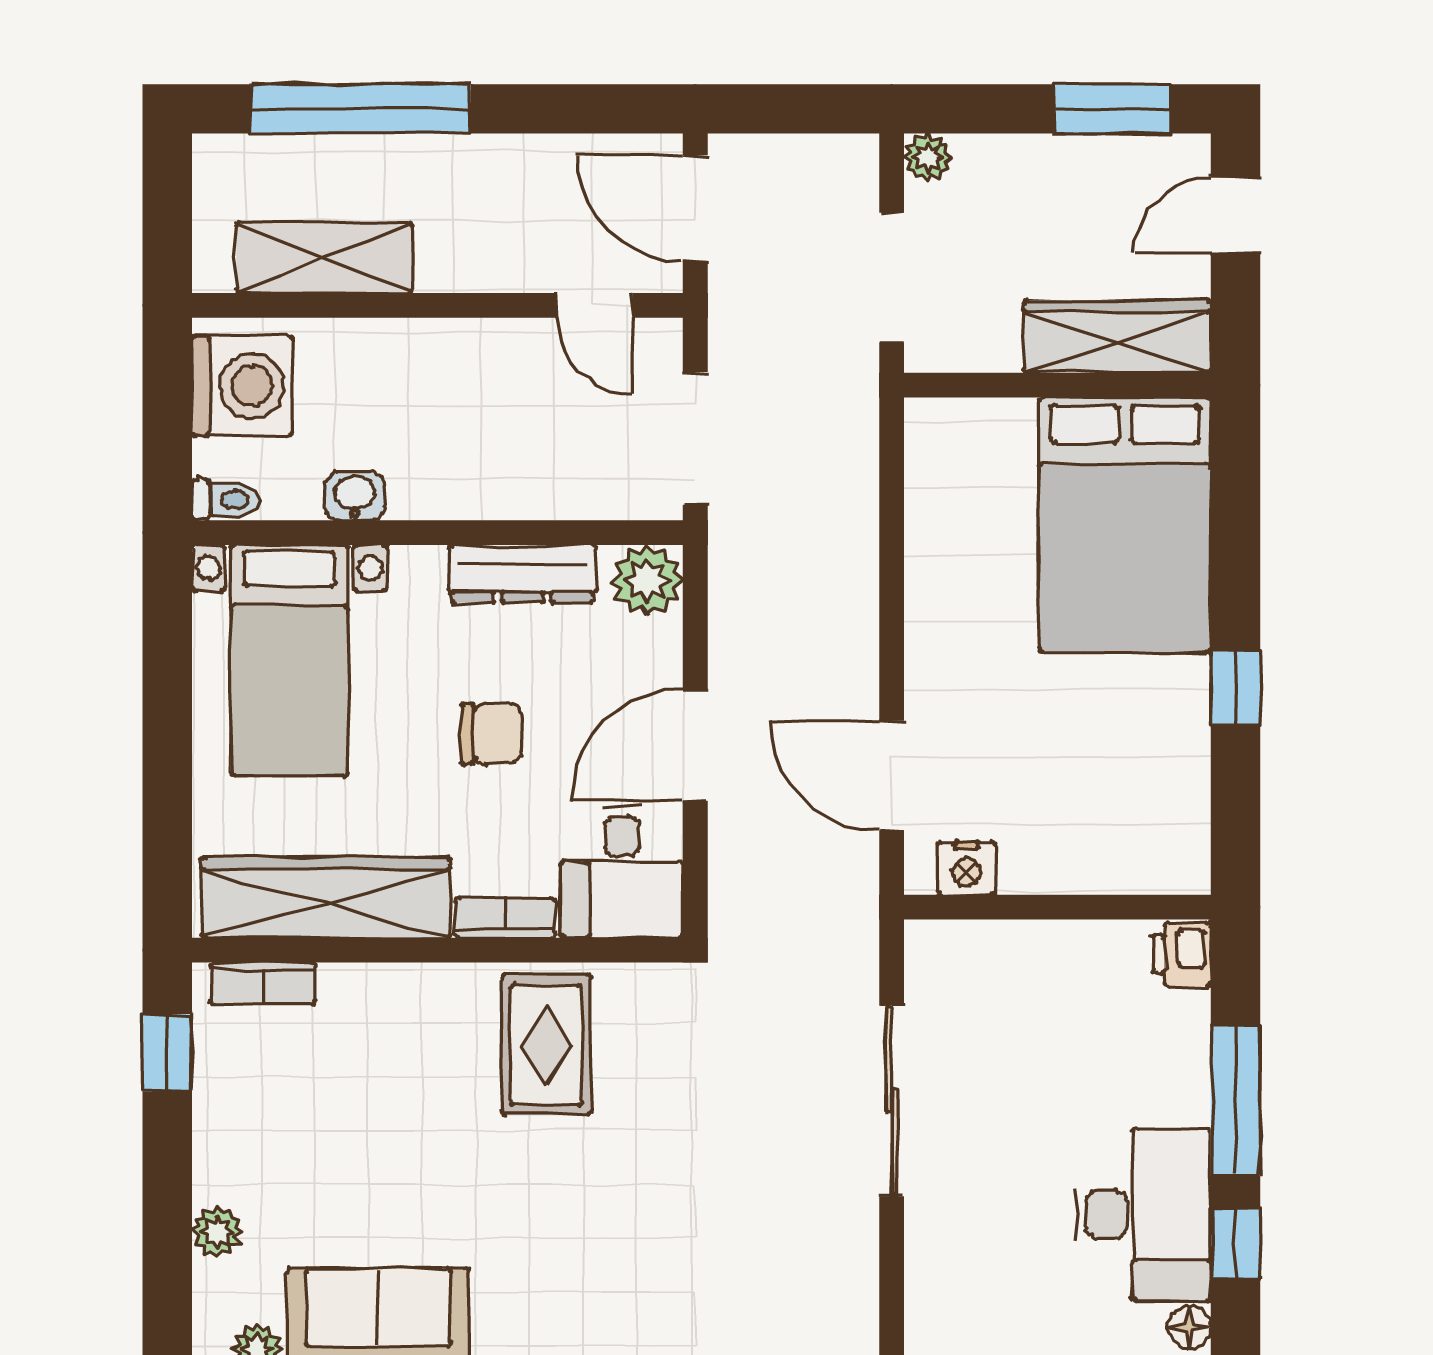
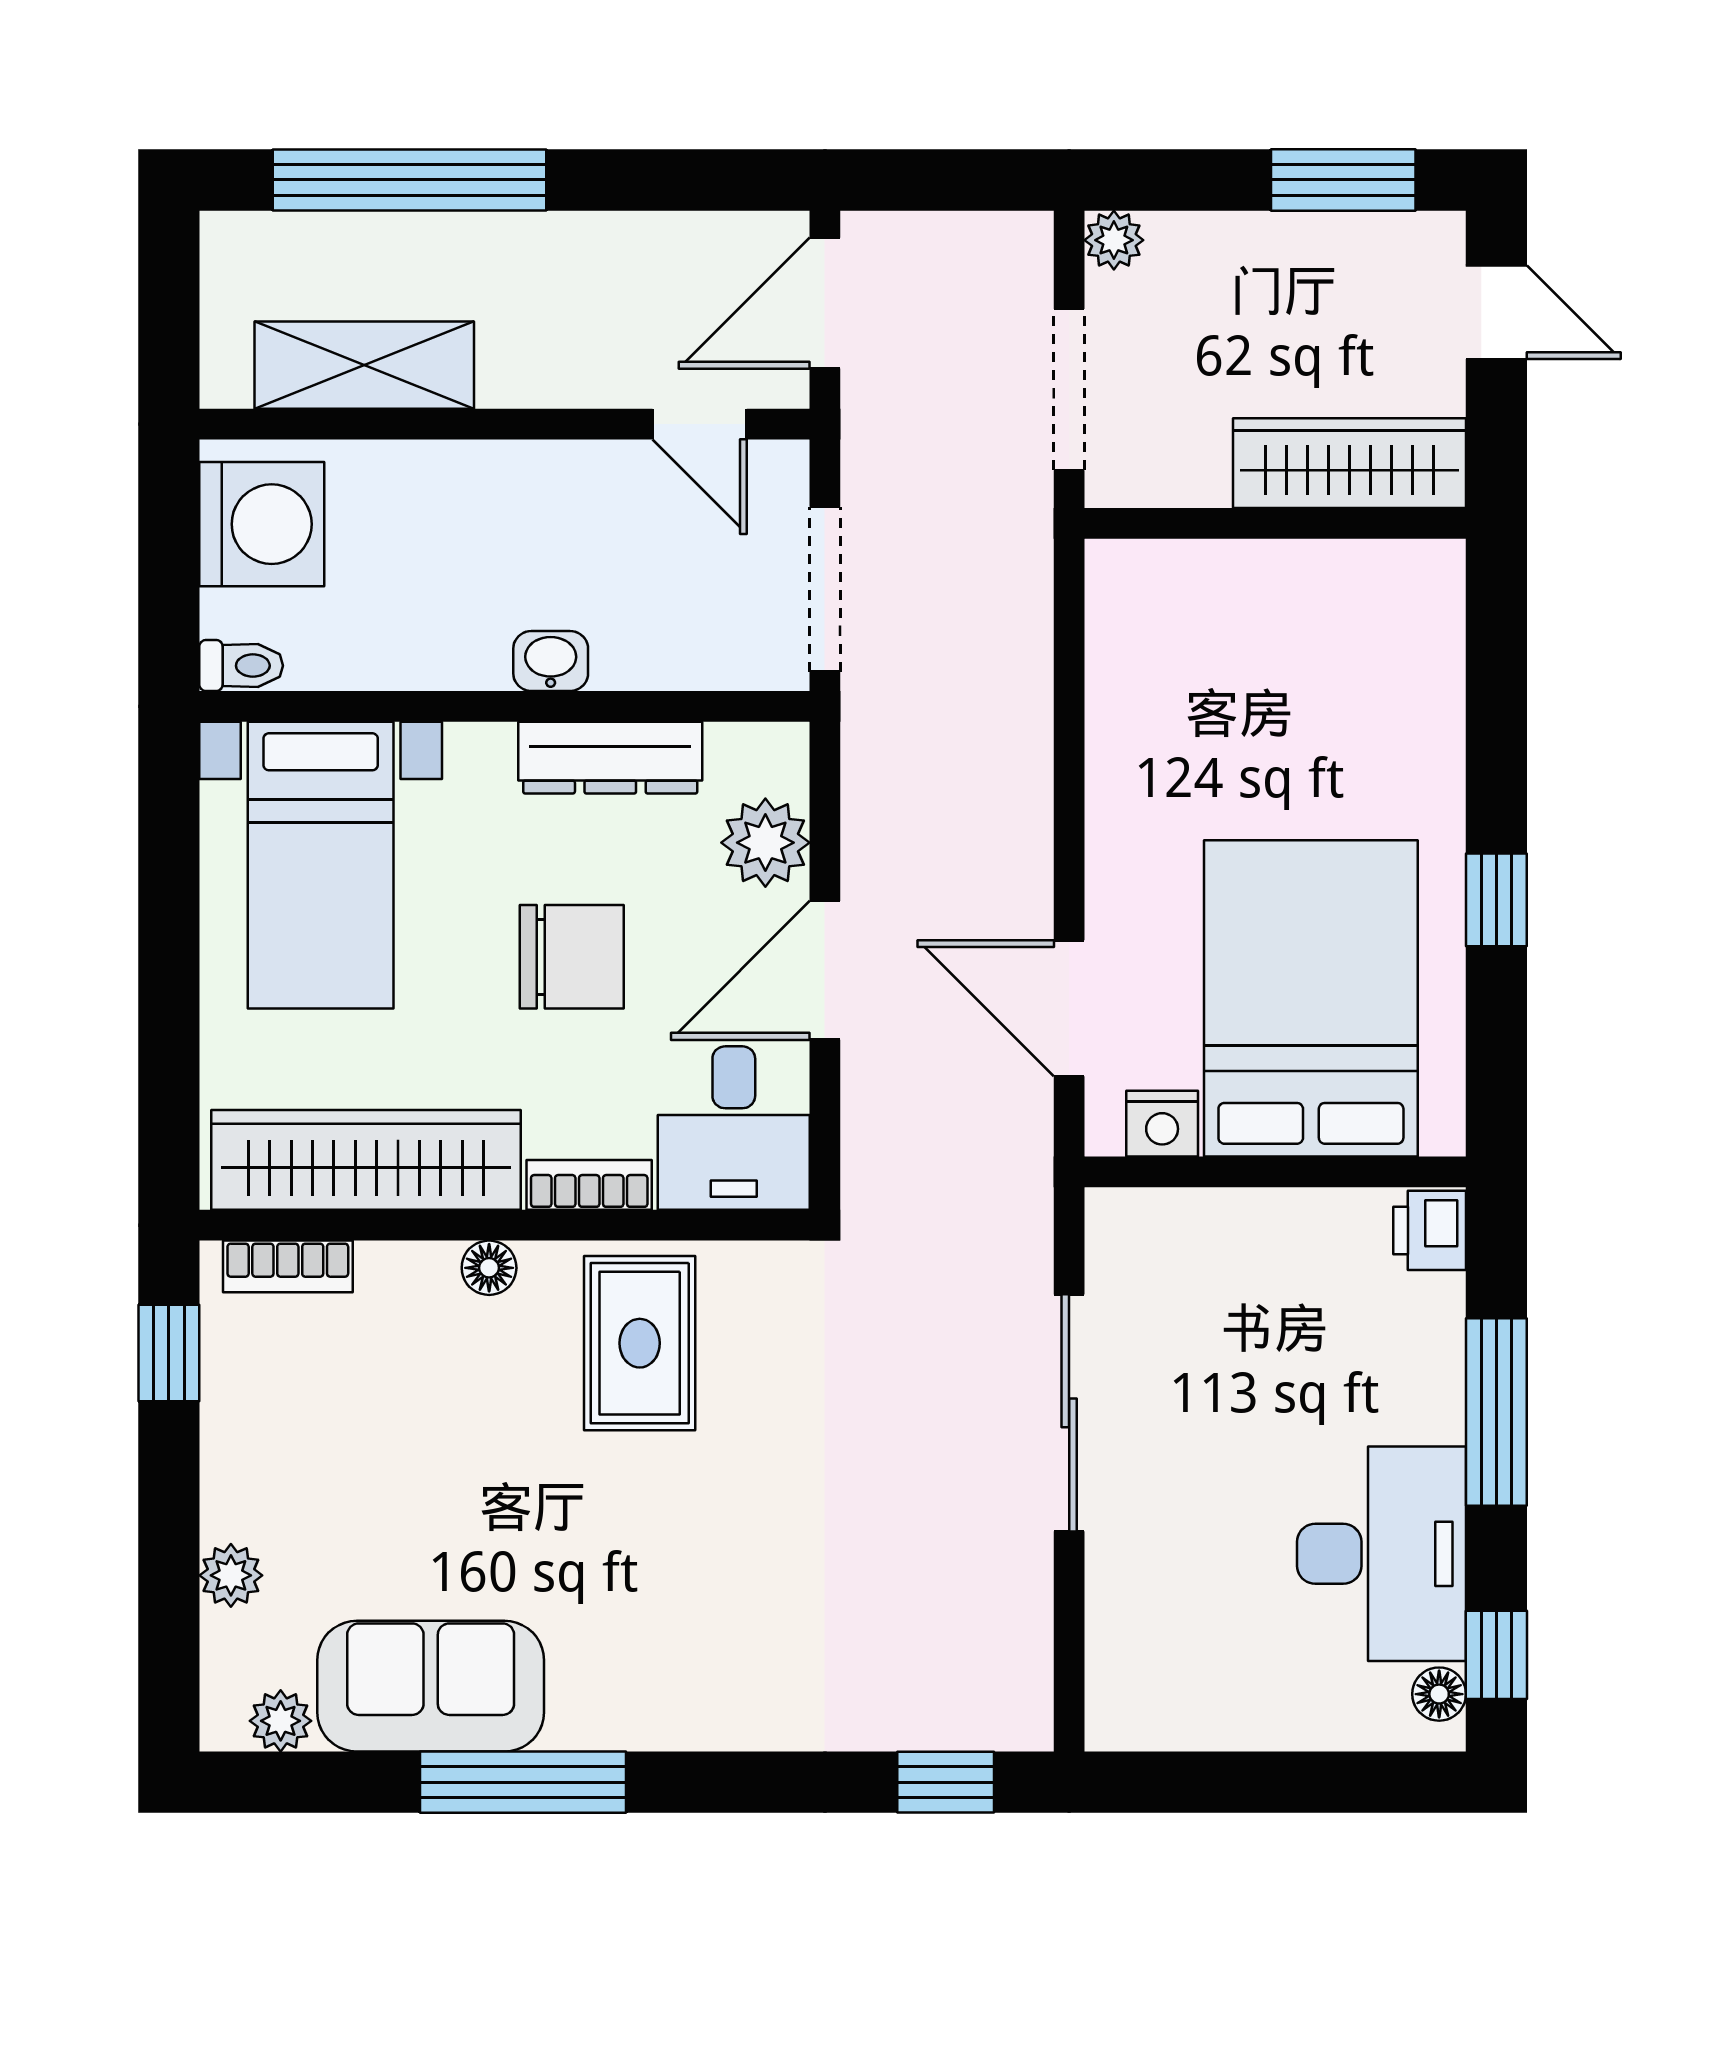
door: (695, 208) -> (825, 303), hinge flipped
door: (1236, 215) -> (1496, 312), swing flipped
washbasin: (355, 496) -> (551, 661), moved
bed: (1125, 525) -> (1311, 998), moved, turned 180
plant: (647, 581) -> (765, 843), moved
chair: (491, 734) -> (572, 957), width x1.37, depth x1.37
floor lamp: (425, 984) -> (489, 1268), added
window: (1236, 1244) -> (1496, 1655), moved

